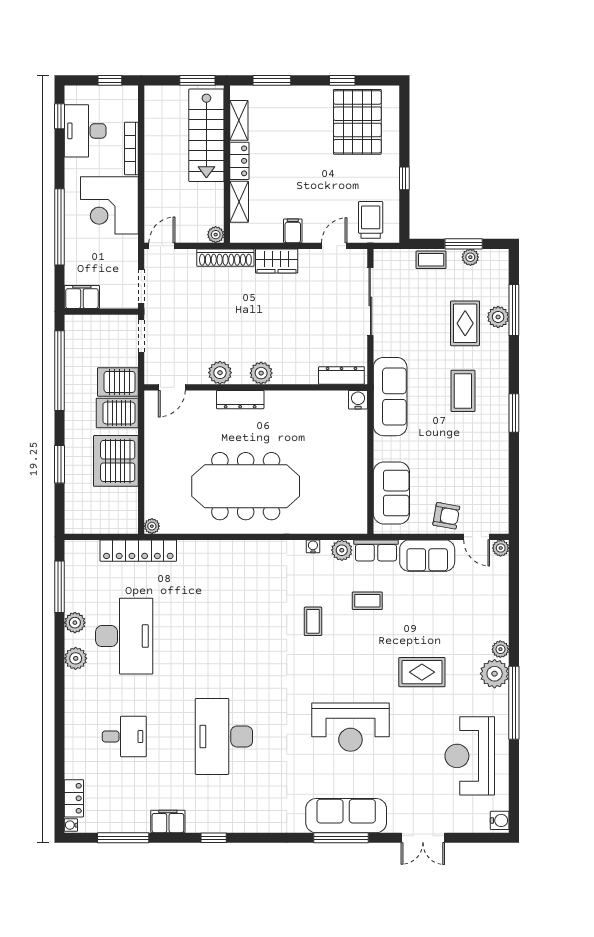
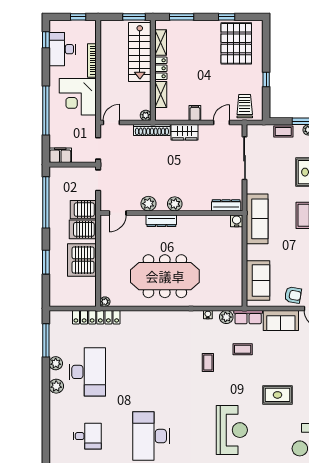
reception desk: (350, 727) -> (232, 430), turned -90

